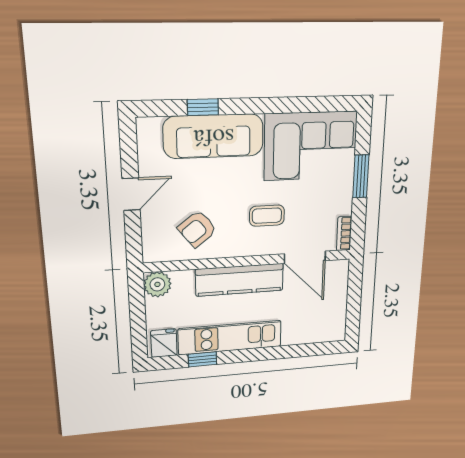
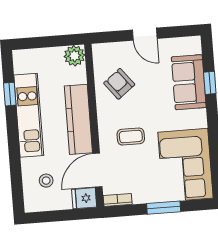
sofa: (214, 136) -> (189, 82), width x0.73
coffee table: (267, 216) -> (131, 137), turned 90
stool: (311, 317) -> (46, 181), added
fridge: (164, 343) -> (84, 198), moved, turned 180

